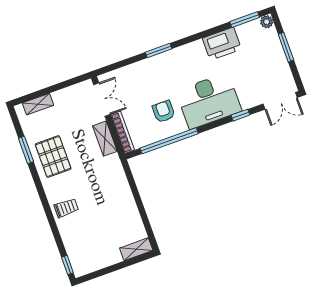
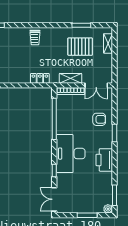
printer: (222, 44) -> (104, 160), moved
armchair: (164, 111) -> (99, 119), moved
pallet: (53, 157) -> (80, 47), moved
locker: (120, 181) -> (40, 78), added

